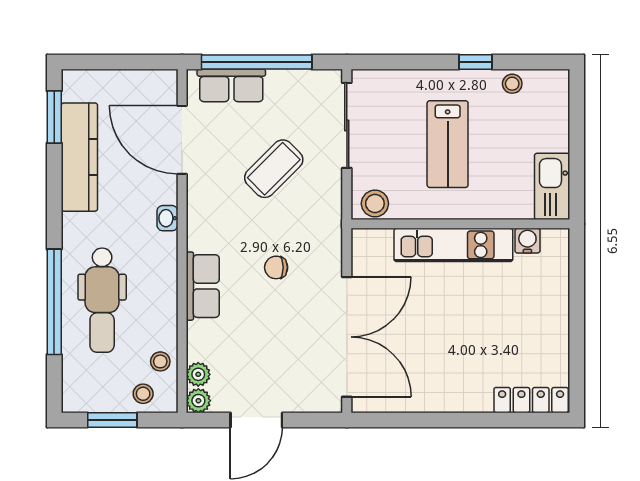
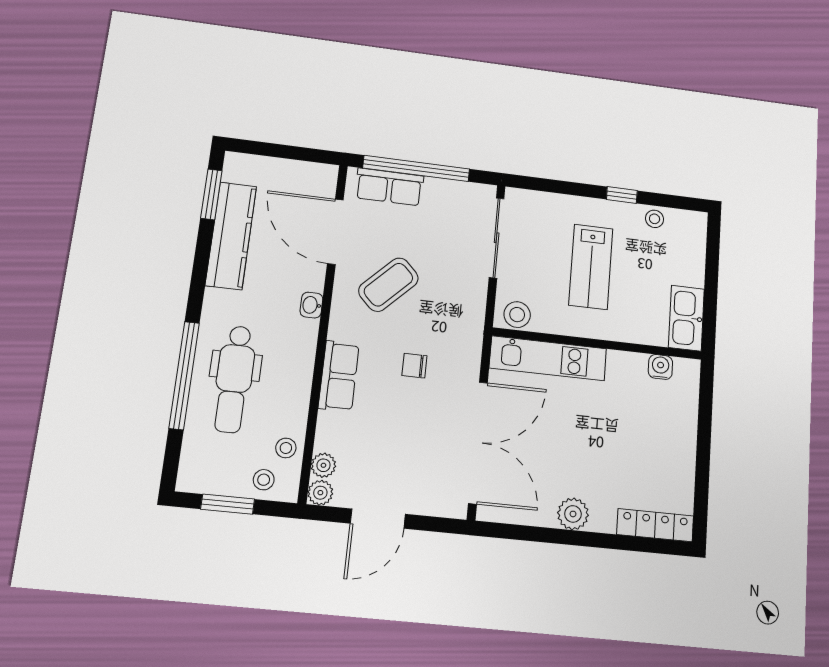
coffee table: (274, 169) -> (388, 285), moved
kitchen unit: (453, 245) -> (548, 358), moved
plant: (447, 397) -> (573, 514), added

